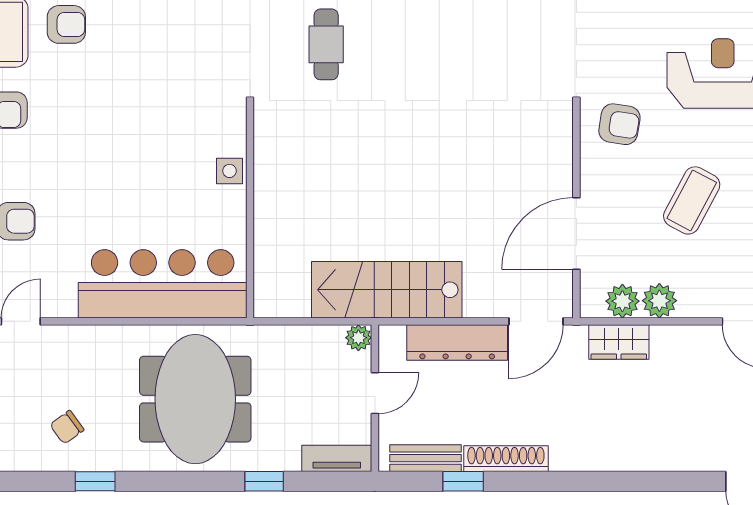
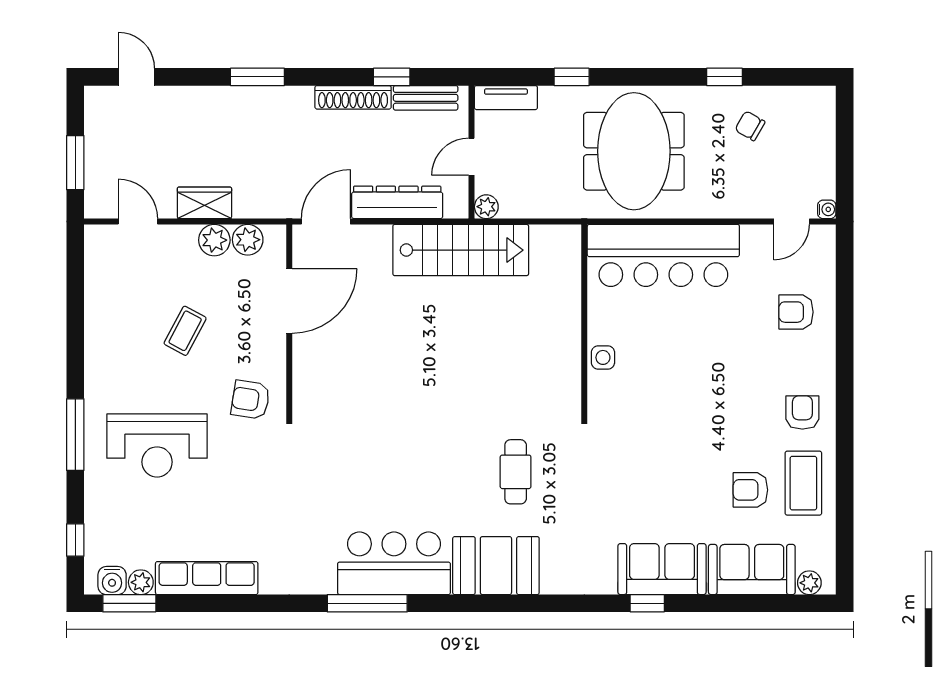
coffee table: (692, 200) -> (185, 331), width x0.73, depth x0.77
wardrobe: (619, 342) -> (204, 203), moved
chair: (67, 427) -> (750, 126), turned -114
window: (612, 481) -> (257, 77), added

